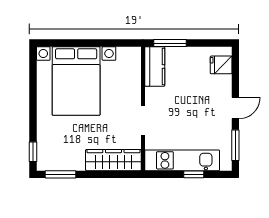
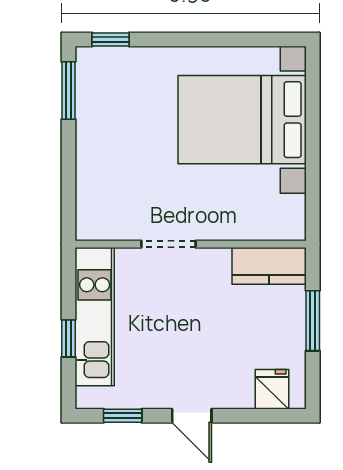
window: (170, 43) -> (313, 321), moved
window: (235, 145) -> (123, 416), width x0.67
wardrobe: (113, 160) -> (95, 189), removed

